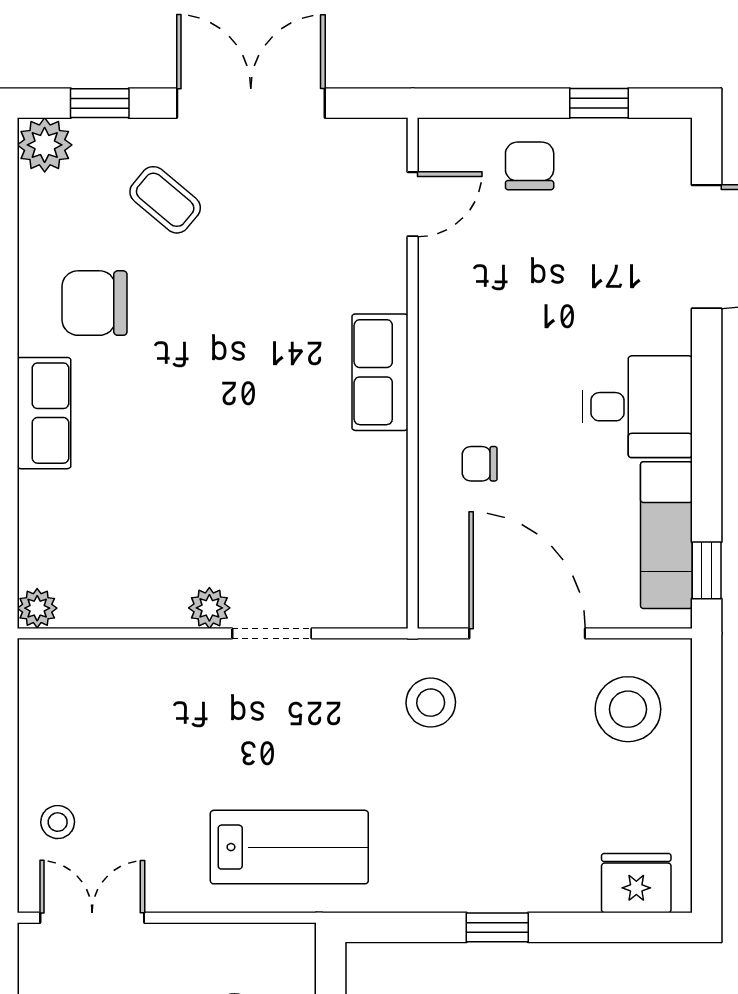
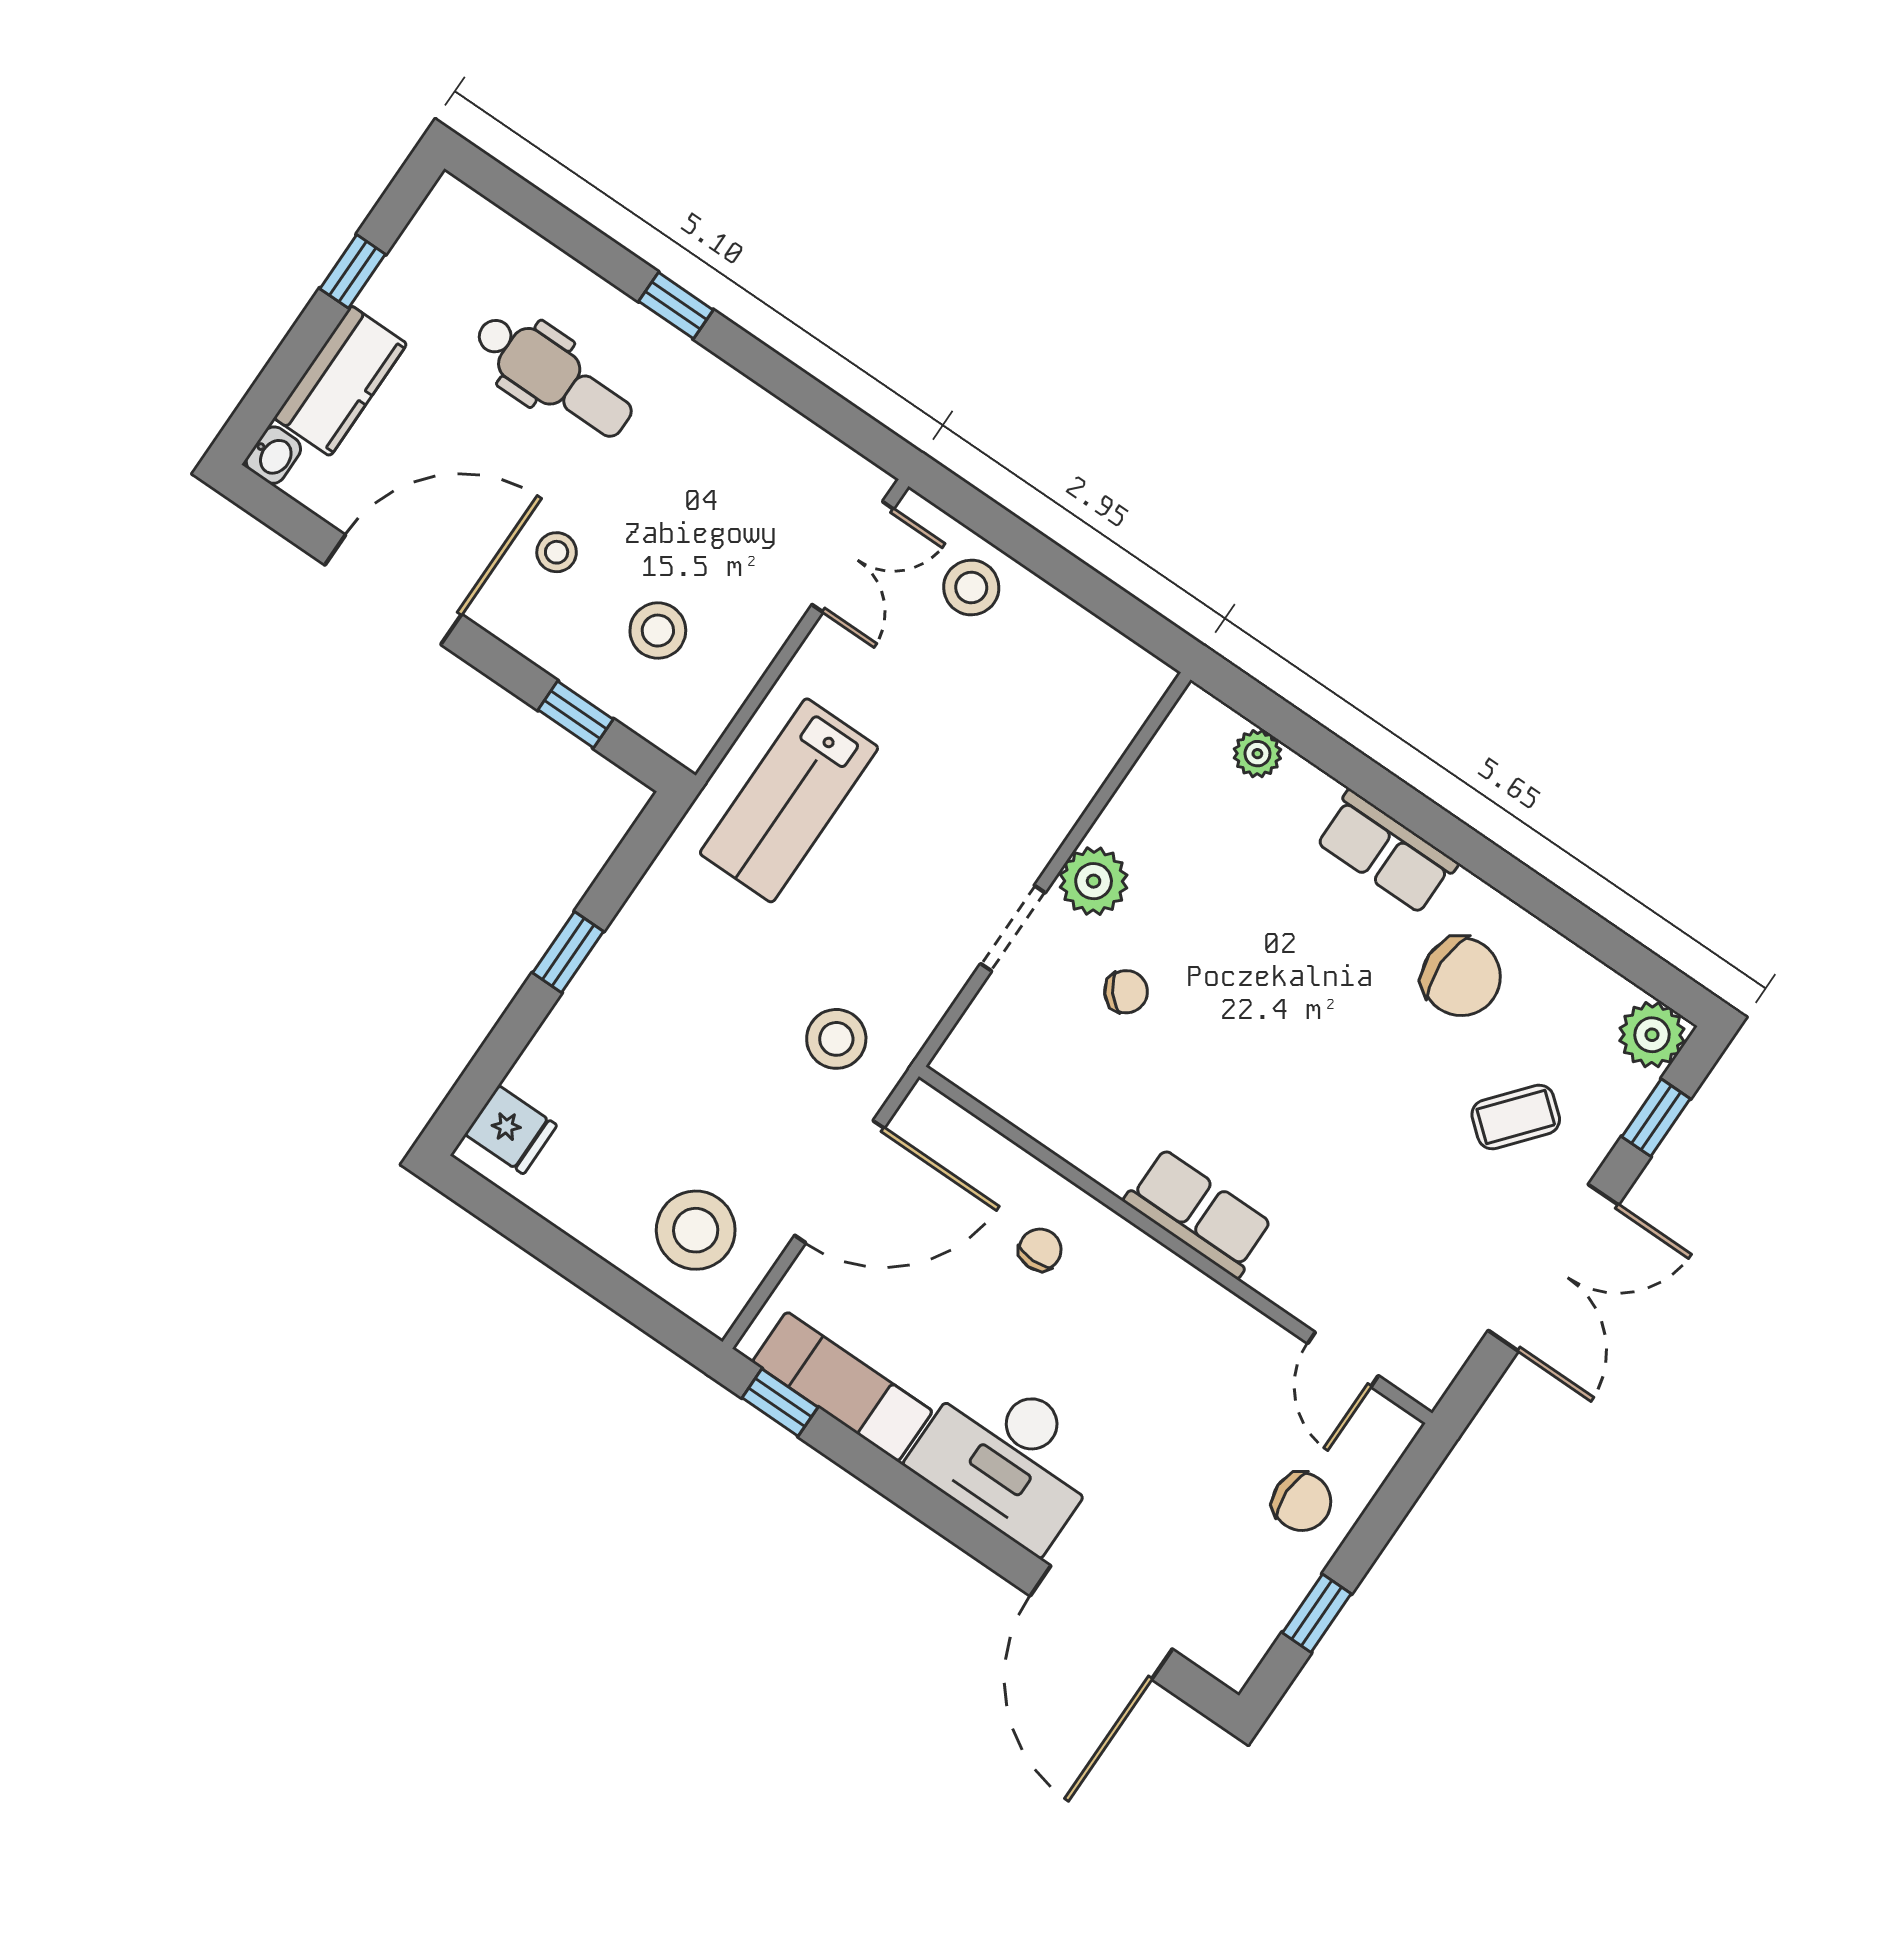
chair: (94, 303) -> (1461, 977), turned 90
desk: (637, 407) -> (1008, 1458), width x1.37
chair: (262, 526) -> (1126, 992), added
plant: (37, 608) -> (1257, 754), moved
plant: (209, 608) -> (1094, 881), width x1.38, depth x1.38
stool: (58, 822) -> (971, 588), width x1.37, depth x1.37
fridge: (636, 883) -> (511, 1130), width x0.72

